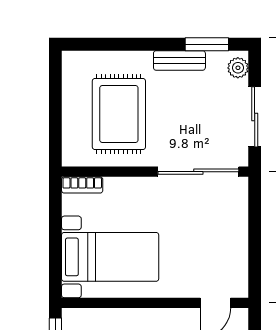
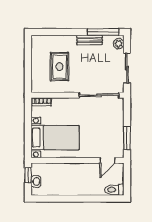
window: (207, 44) -> (103, 32), width x1.44
rug: (119, 114) -> (59, 67), width x0.73, depth x0.70
window: (255, 257) -> (127, 138), added

